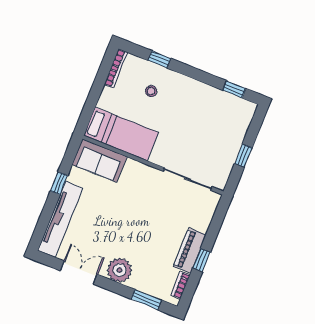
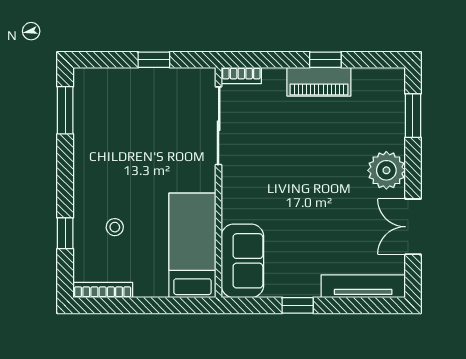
window: (234, 89) -> (65, 110), width x1.50
tv unit: (60, 219) -> (363, 286), width x0.73, depth x0.78
bookcase: (180, 285) -> (241, 76), moved

